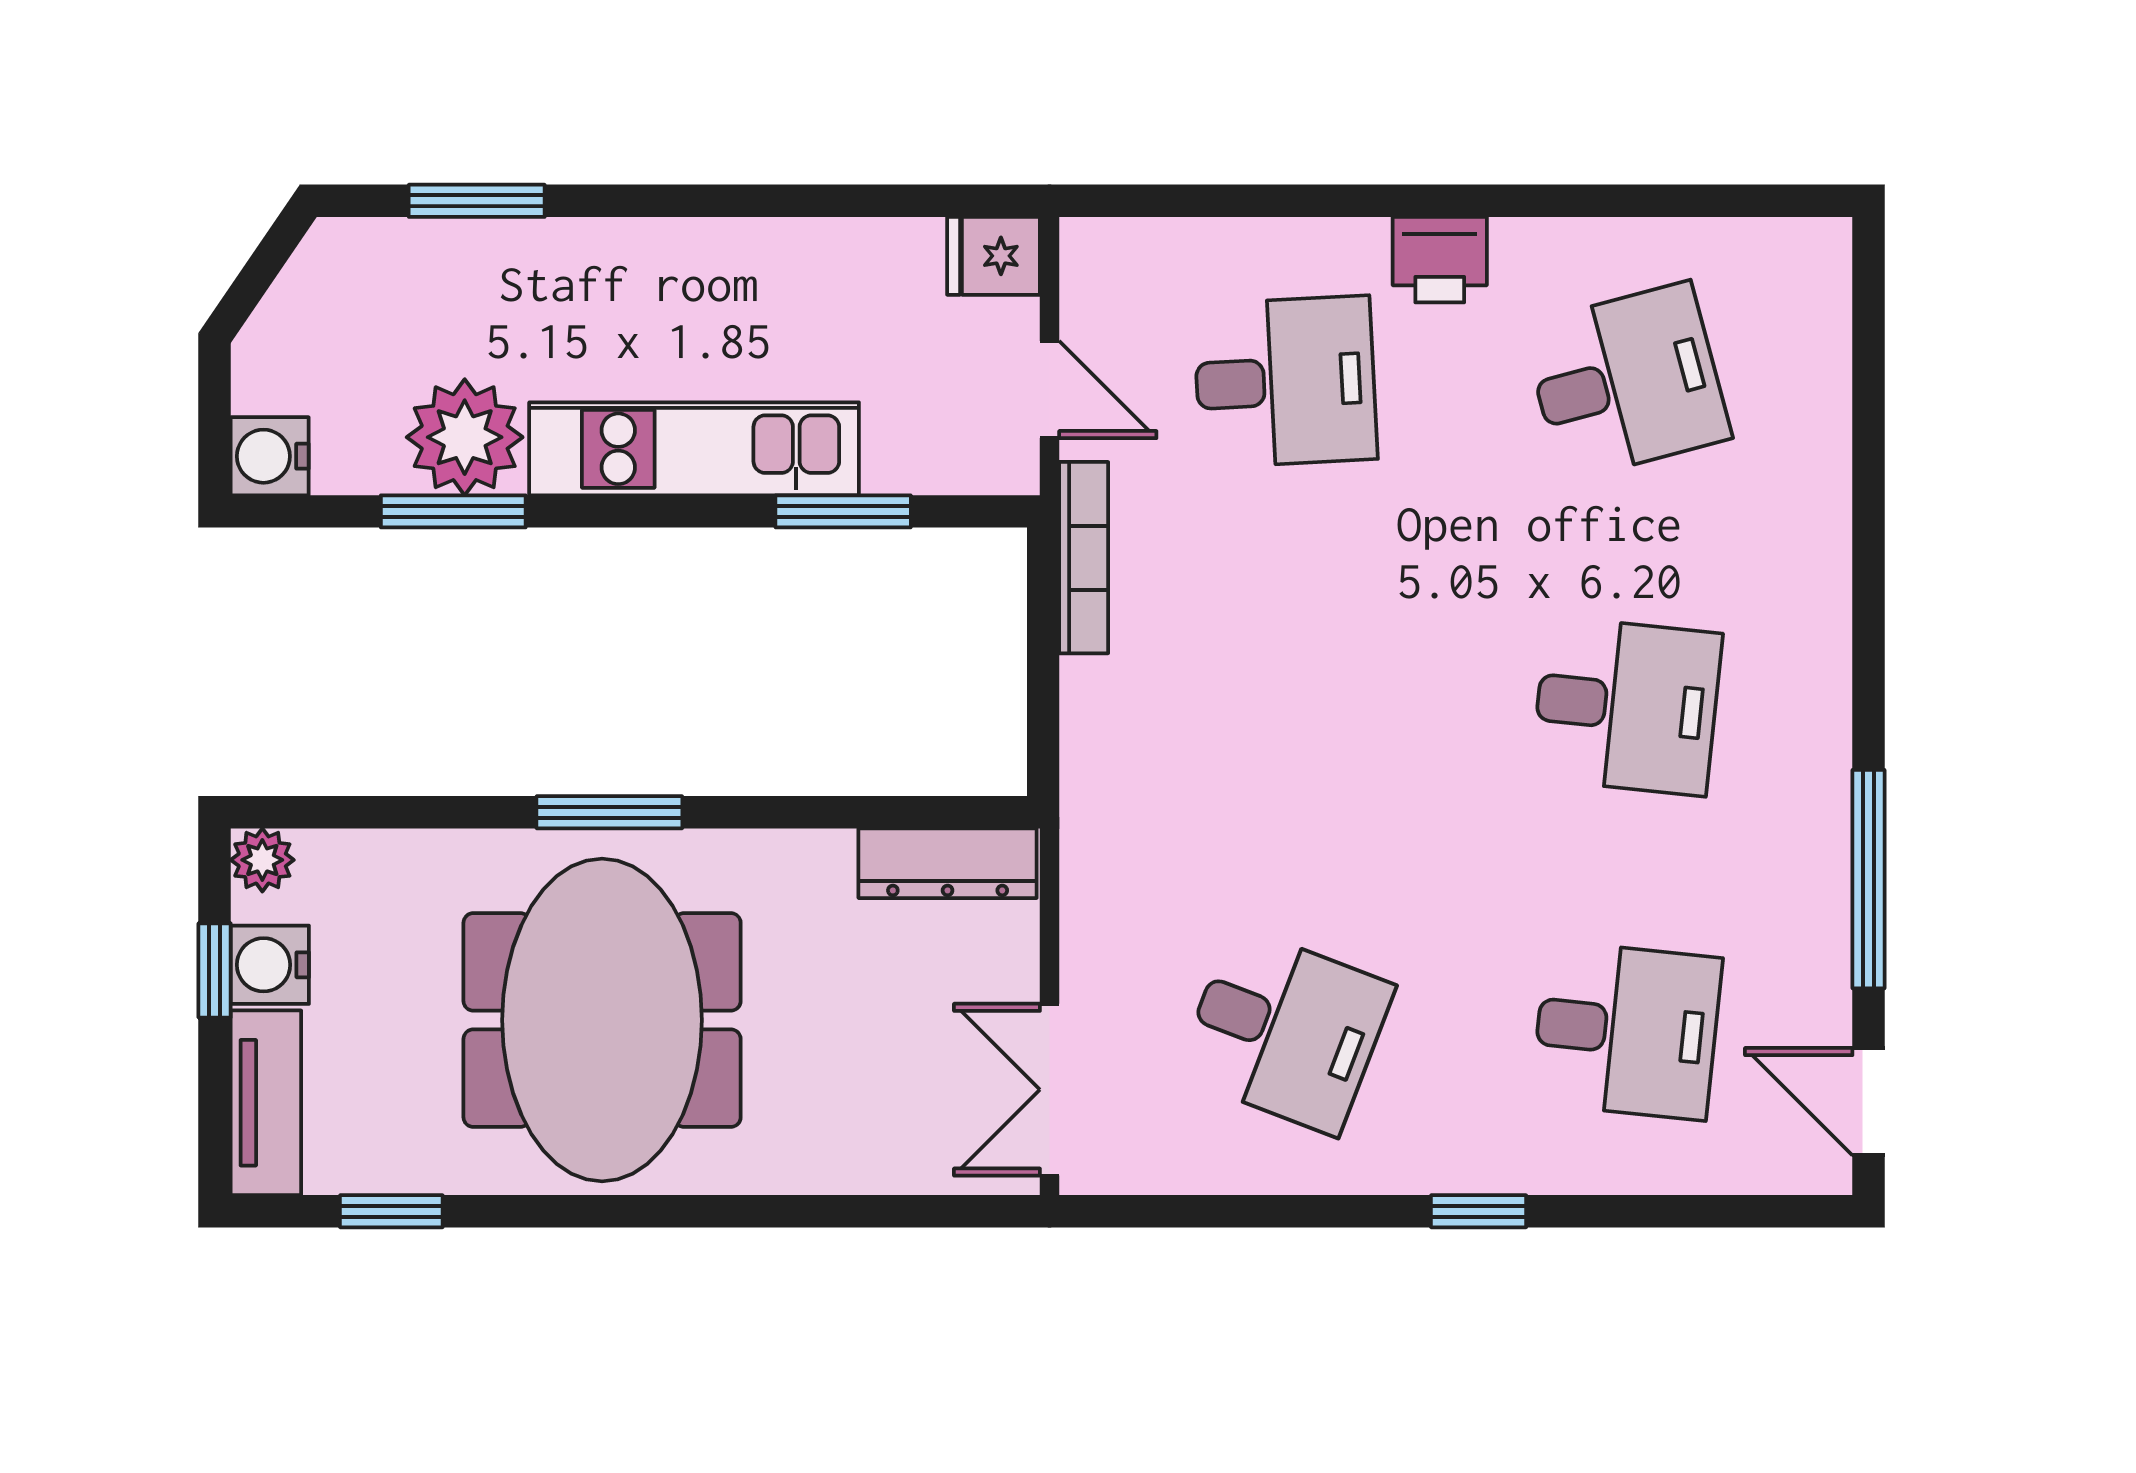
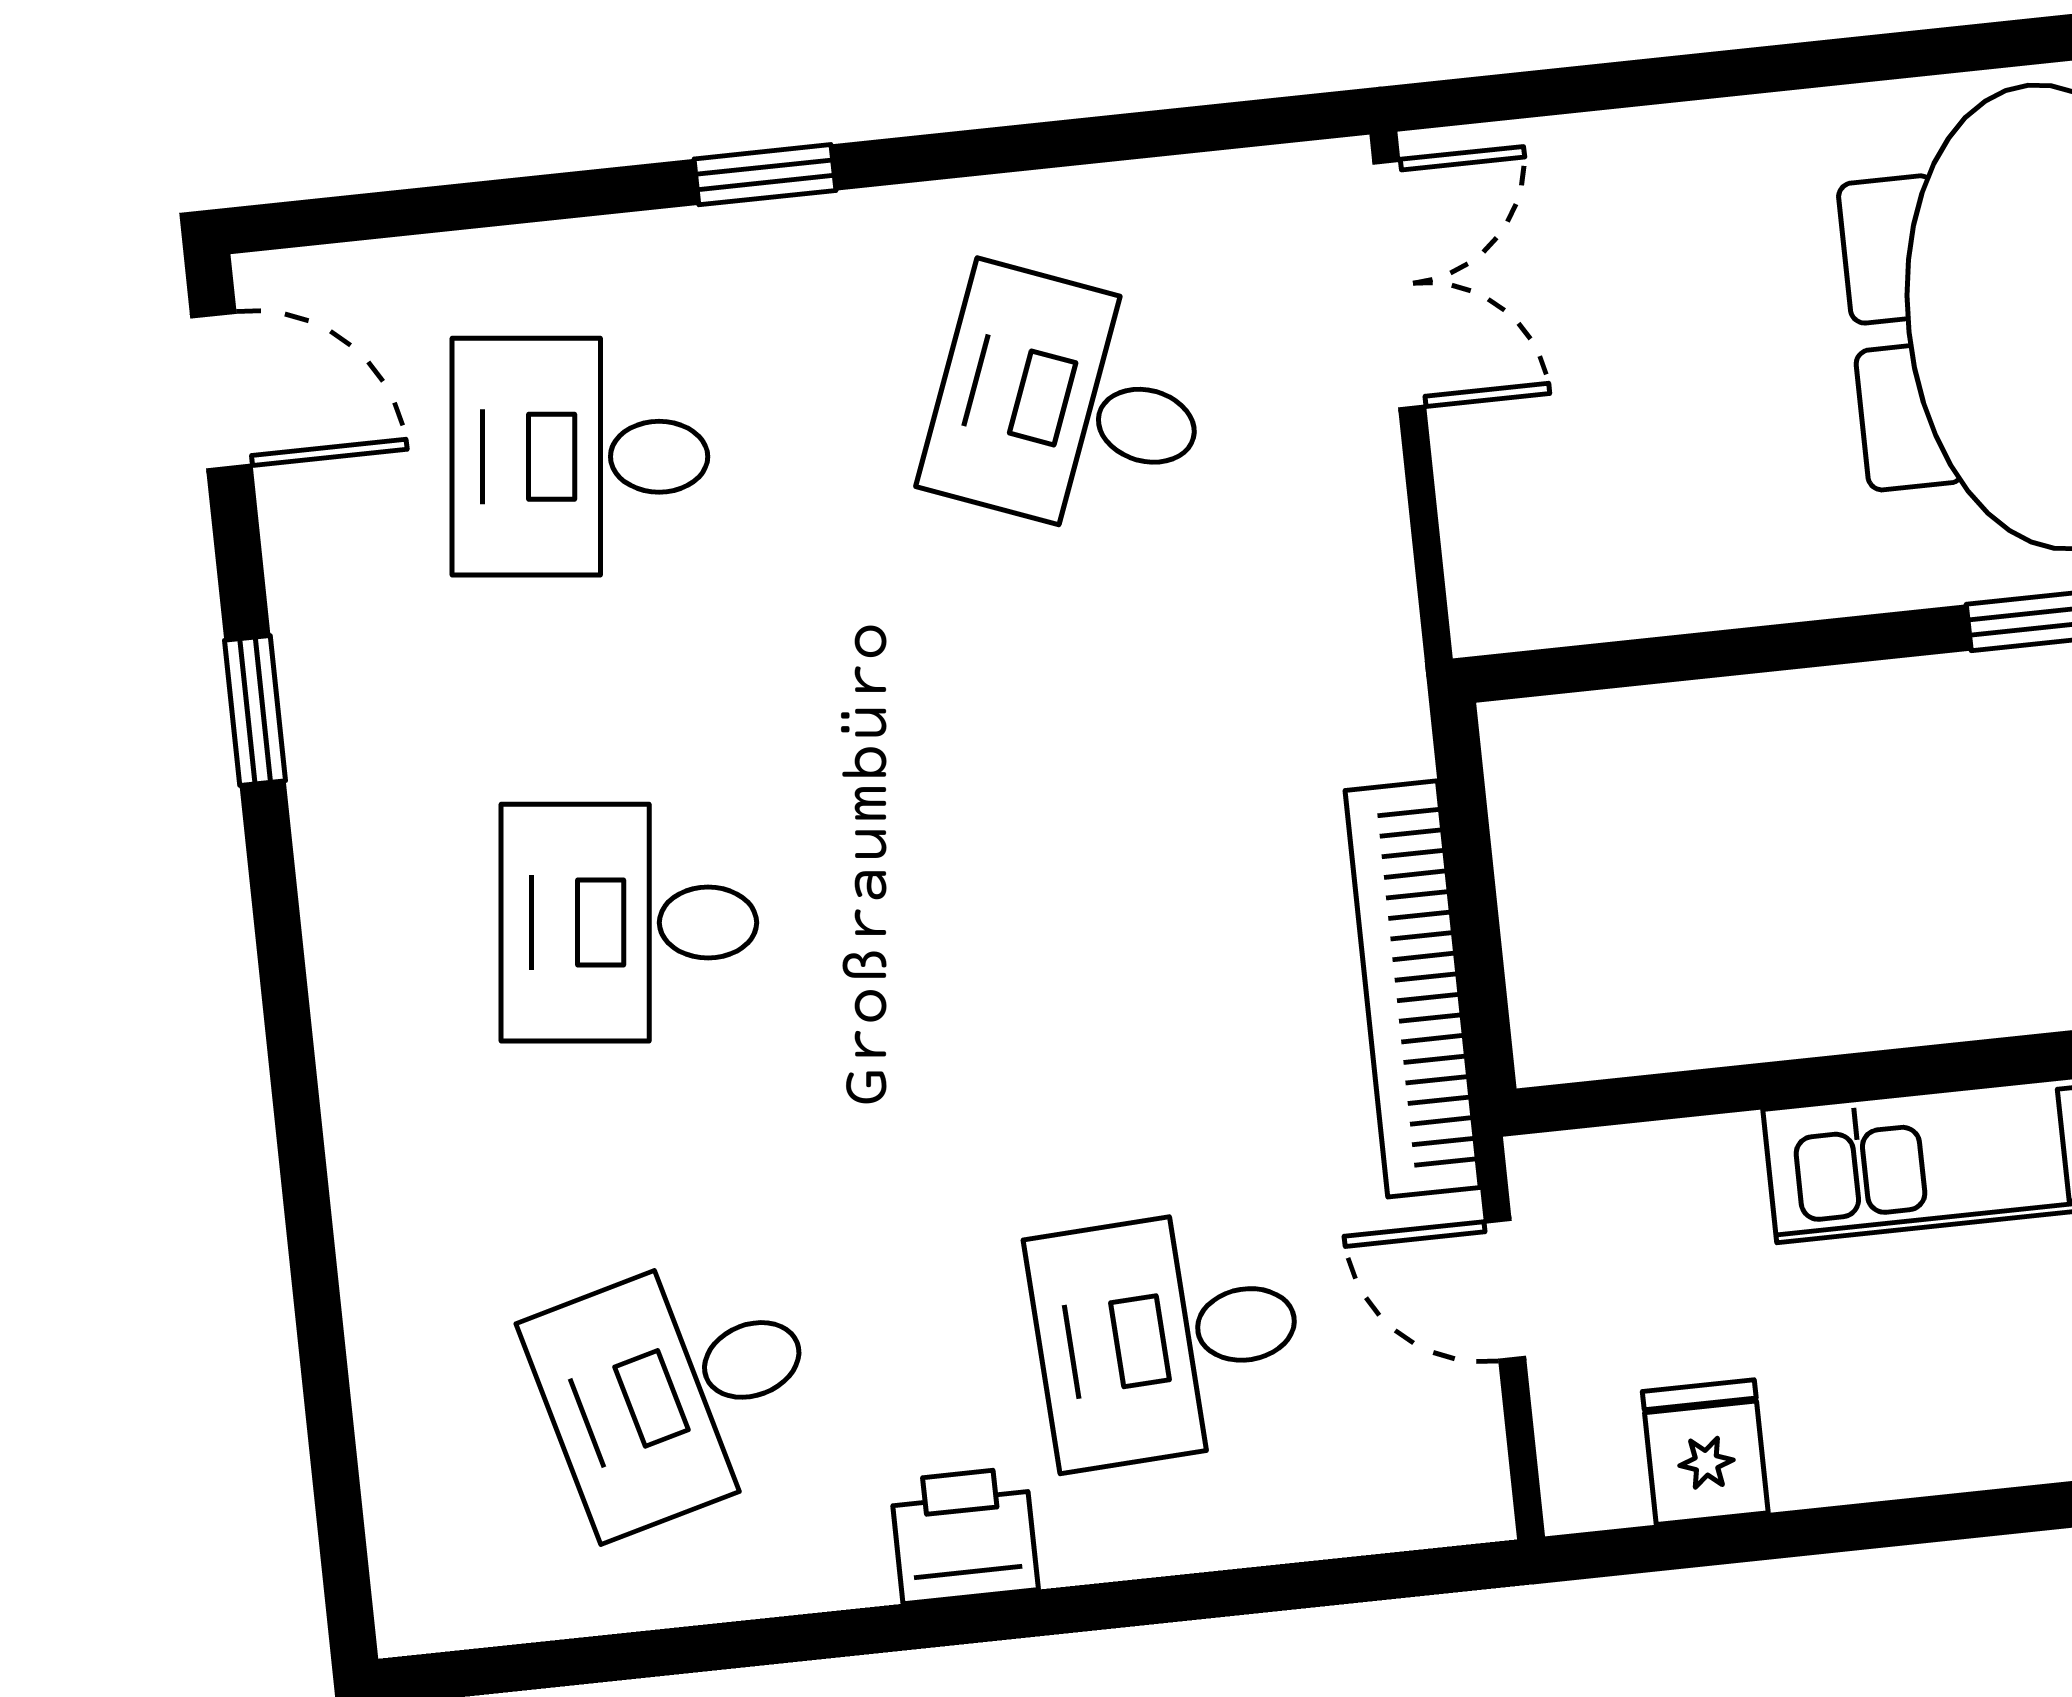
fridge: (993, 256) -> (1705, 1452), moved, turned -90
window: (843, 511) -> (1783, 1084), removed
bookcase: (1084, 558) -> (1413, 989), width x1.48, depth x1.31
dresser: (948, 863) -> (1580, 594), removed
window: (1869, 879) -> (255, 710), width x0.46

